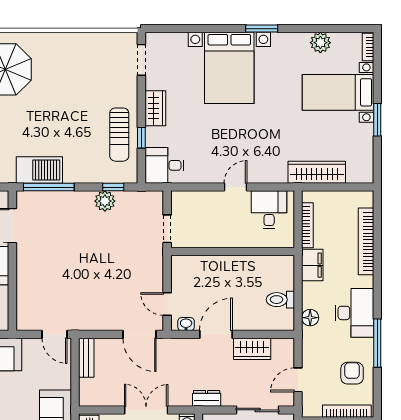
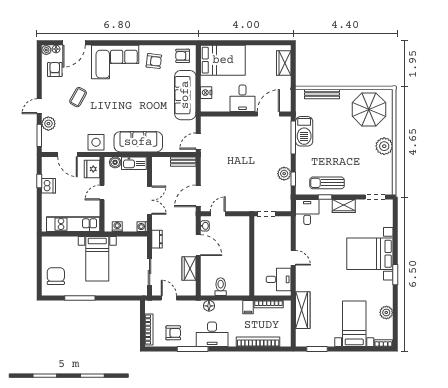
plant: (62, 46) -> (384, 146), added
window: (377, 120) -> (317, 349), moved
filing cabinet: (312, 265) -> (248, 307), width x0.50

